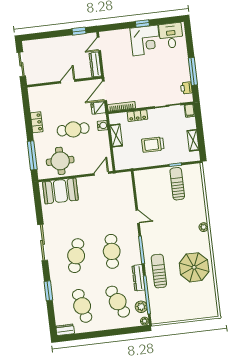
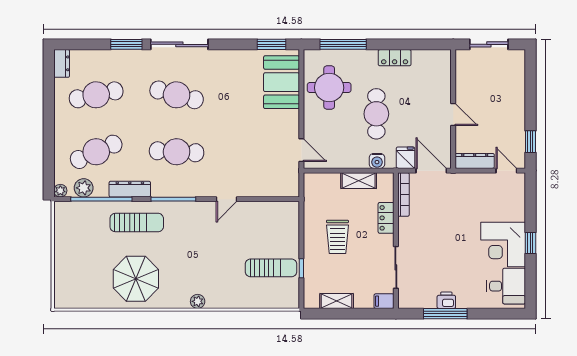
printer: (186, 88) -> (446, 300), moved
trolley: (153, 145) -> (337, 237), turned 180
window: (38, 200) -> (271, 44), added
sliding door: (43, 242) -> (179, 44), moved

